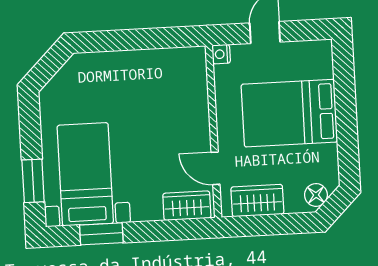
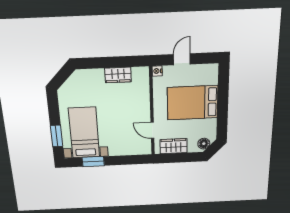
wardrobe: (187, 206) -> (118, 75), moved, turned 180

